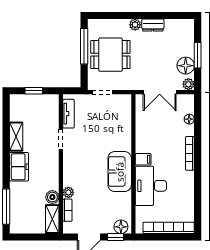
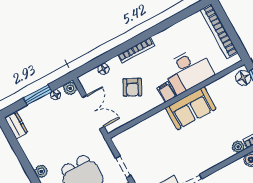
dresser: (153, 25) -> (16, 125), moved
floor lamp: (186, 66) -> (56, 95), width x0.53, depth x0.53
armchair: (162, 134) -> (132, 87), added

